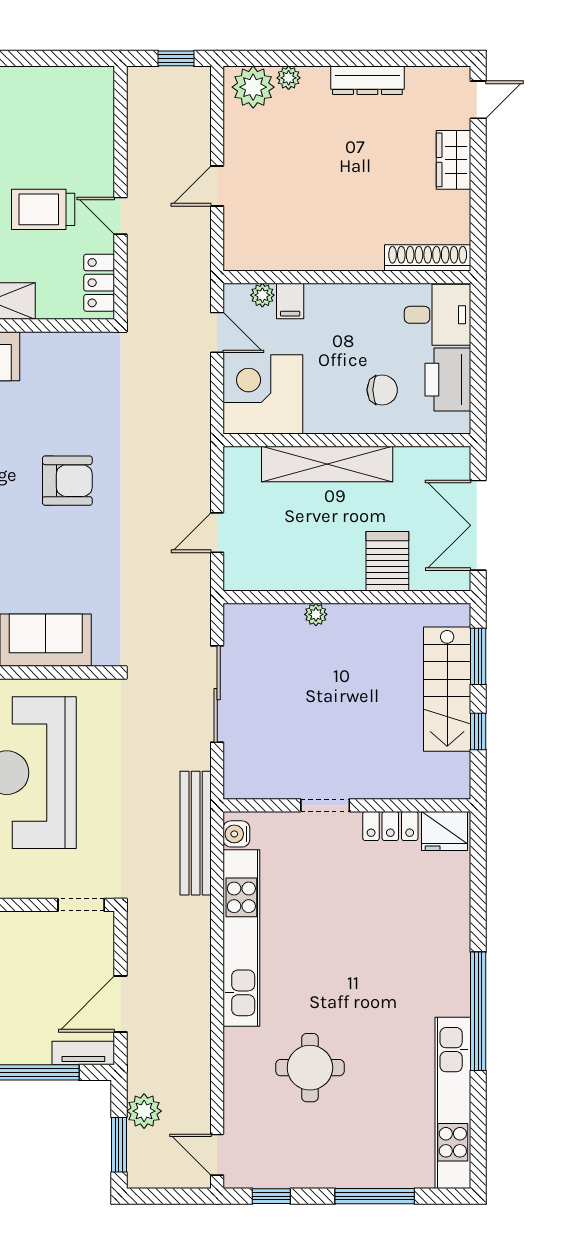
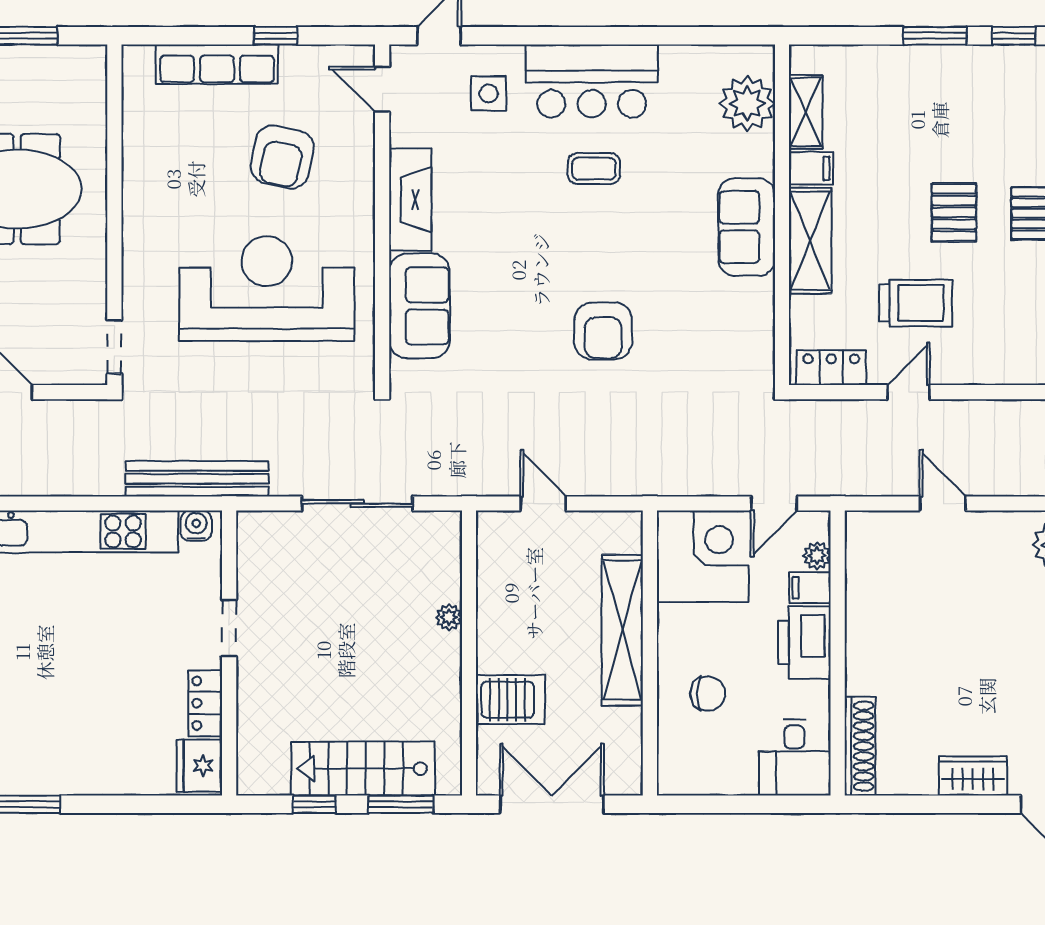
trolley: (43, 209) -> (916, 303), turned 90
printer: (448, 380) -> (804, 642), moved, turned -90
chair: (382, 390) -> (708, 694), turned -90

